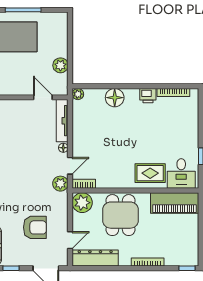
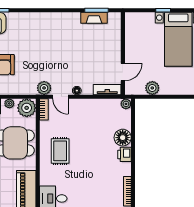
printer: (148, 96) -> (124, 154), moved
tv unit: (62, 121) -> (107, 90), width x0.71
rug: (150, 173) -> (60, 151), moved
plant: (77, 221) -> (9, 103), added

